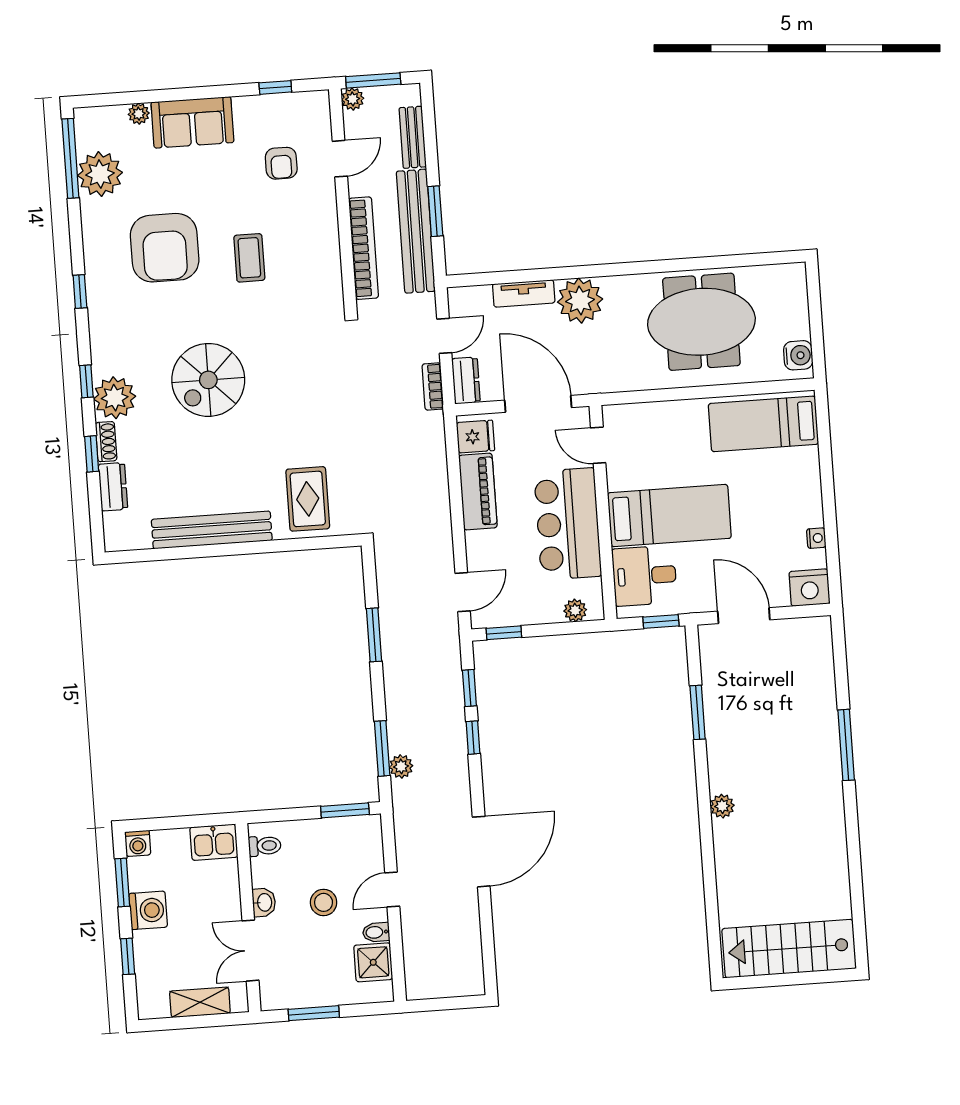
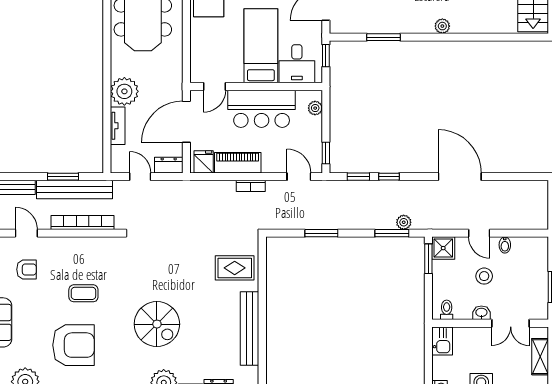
bookcase: (433, 387) -> (251, 186), moved
shower: (373, 962) -> (443, 248), moved

